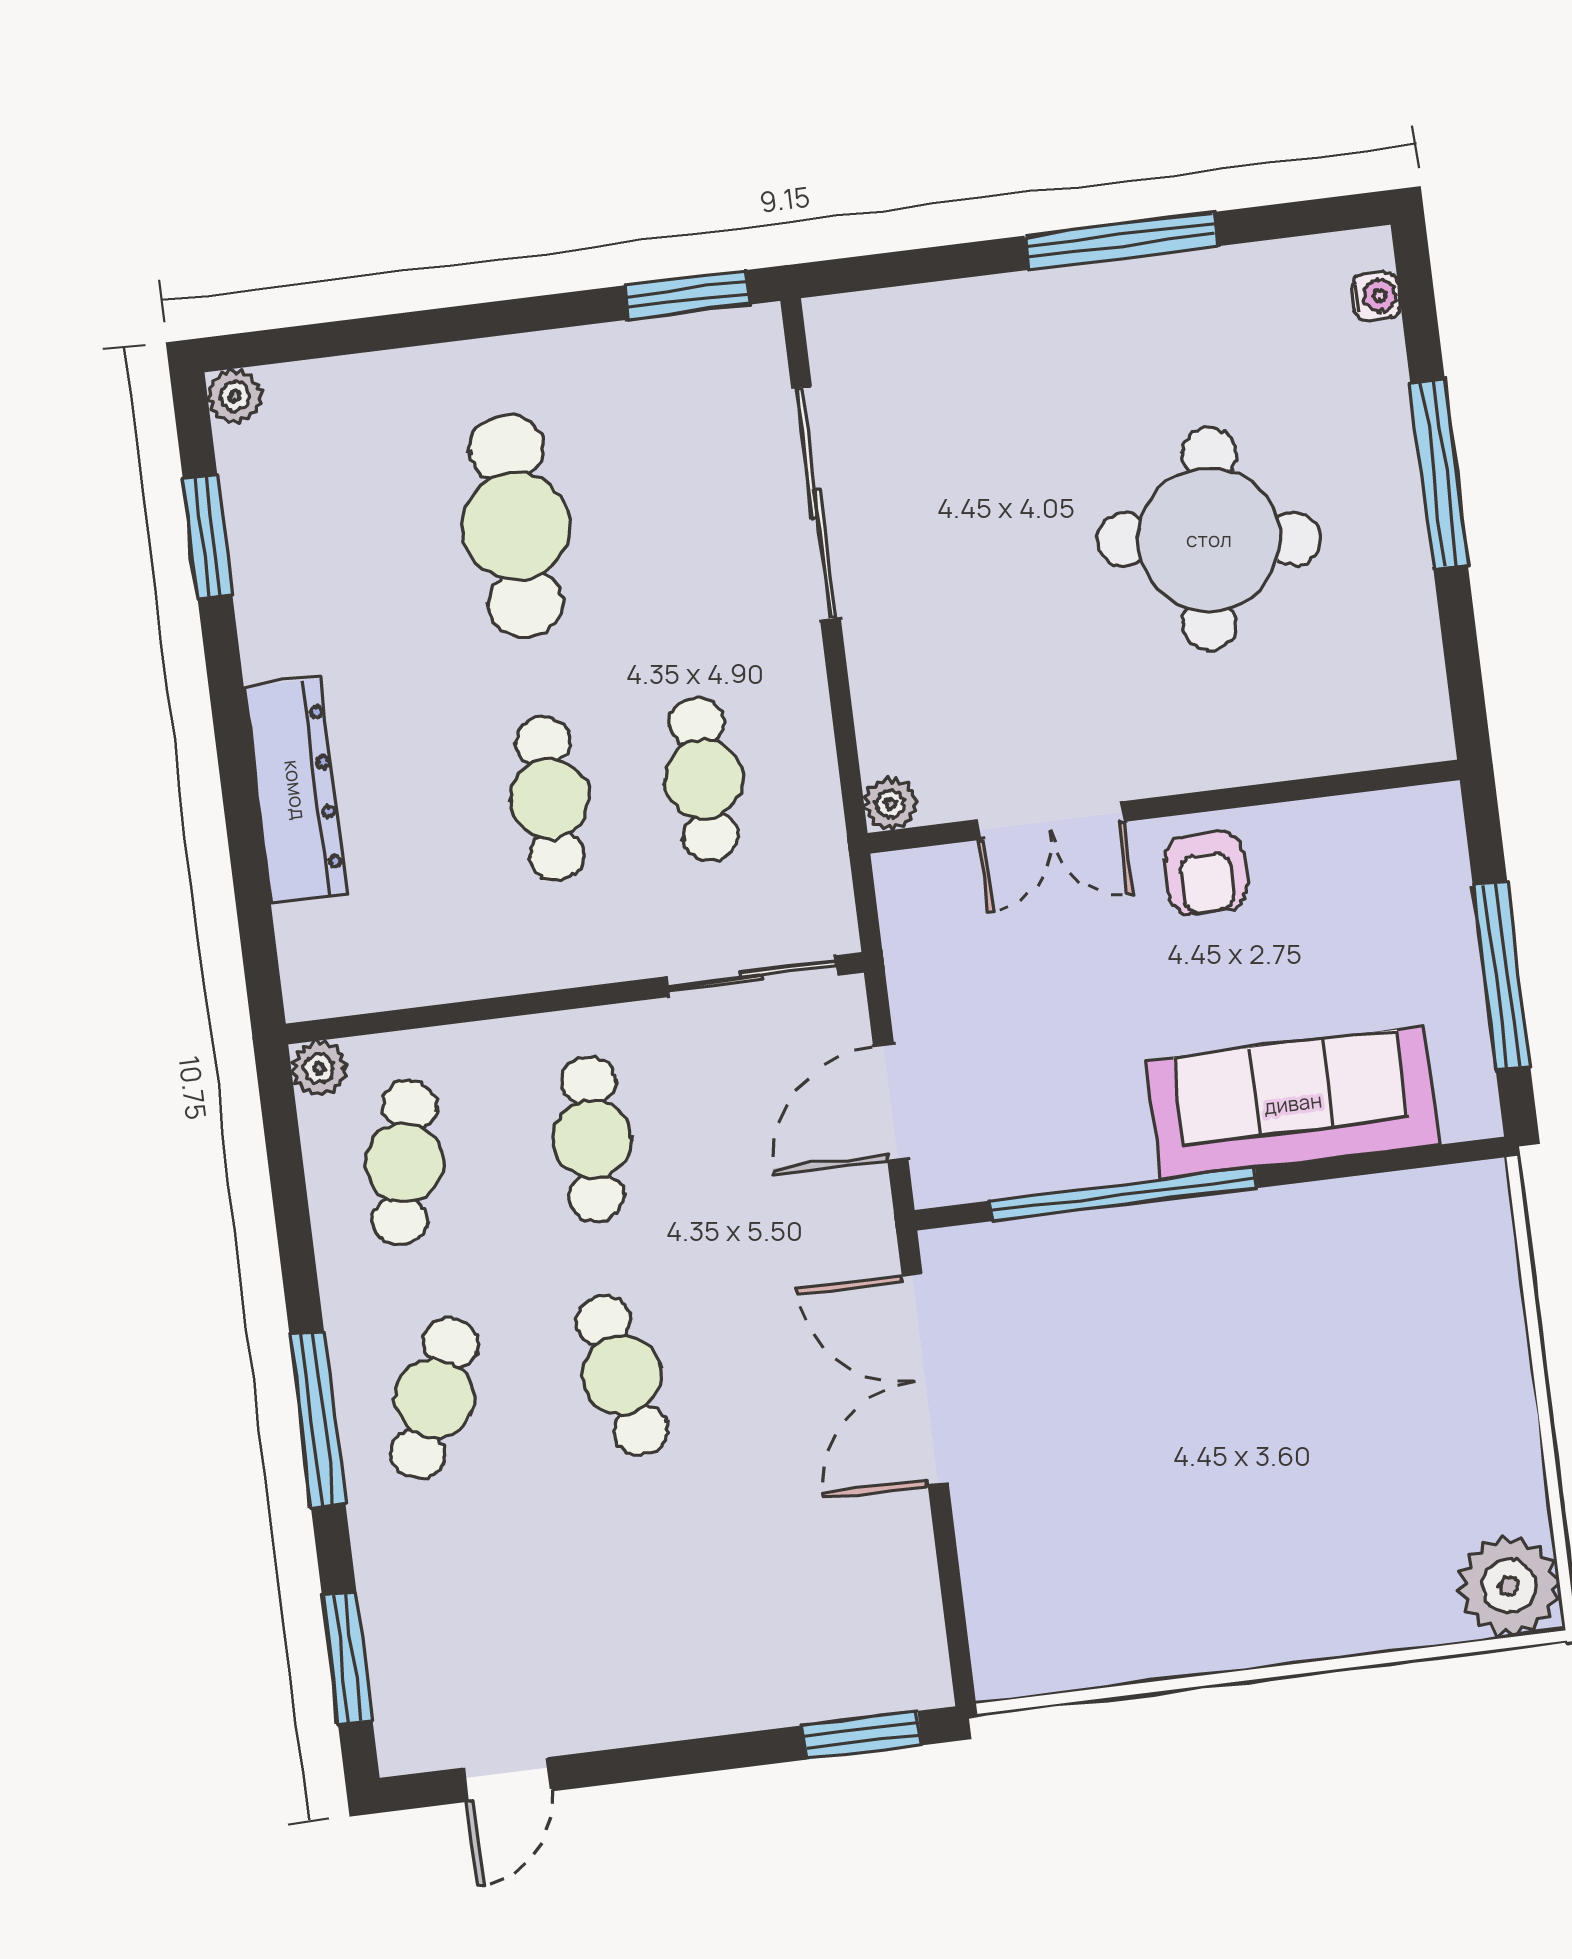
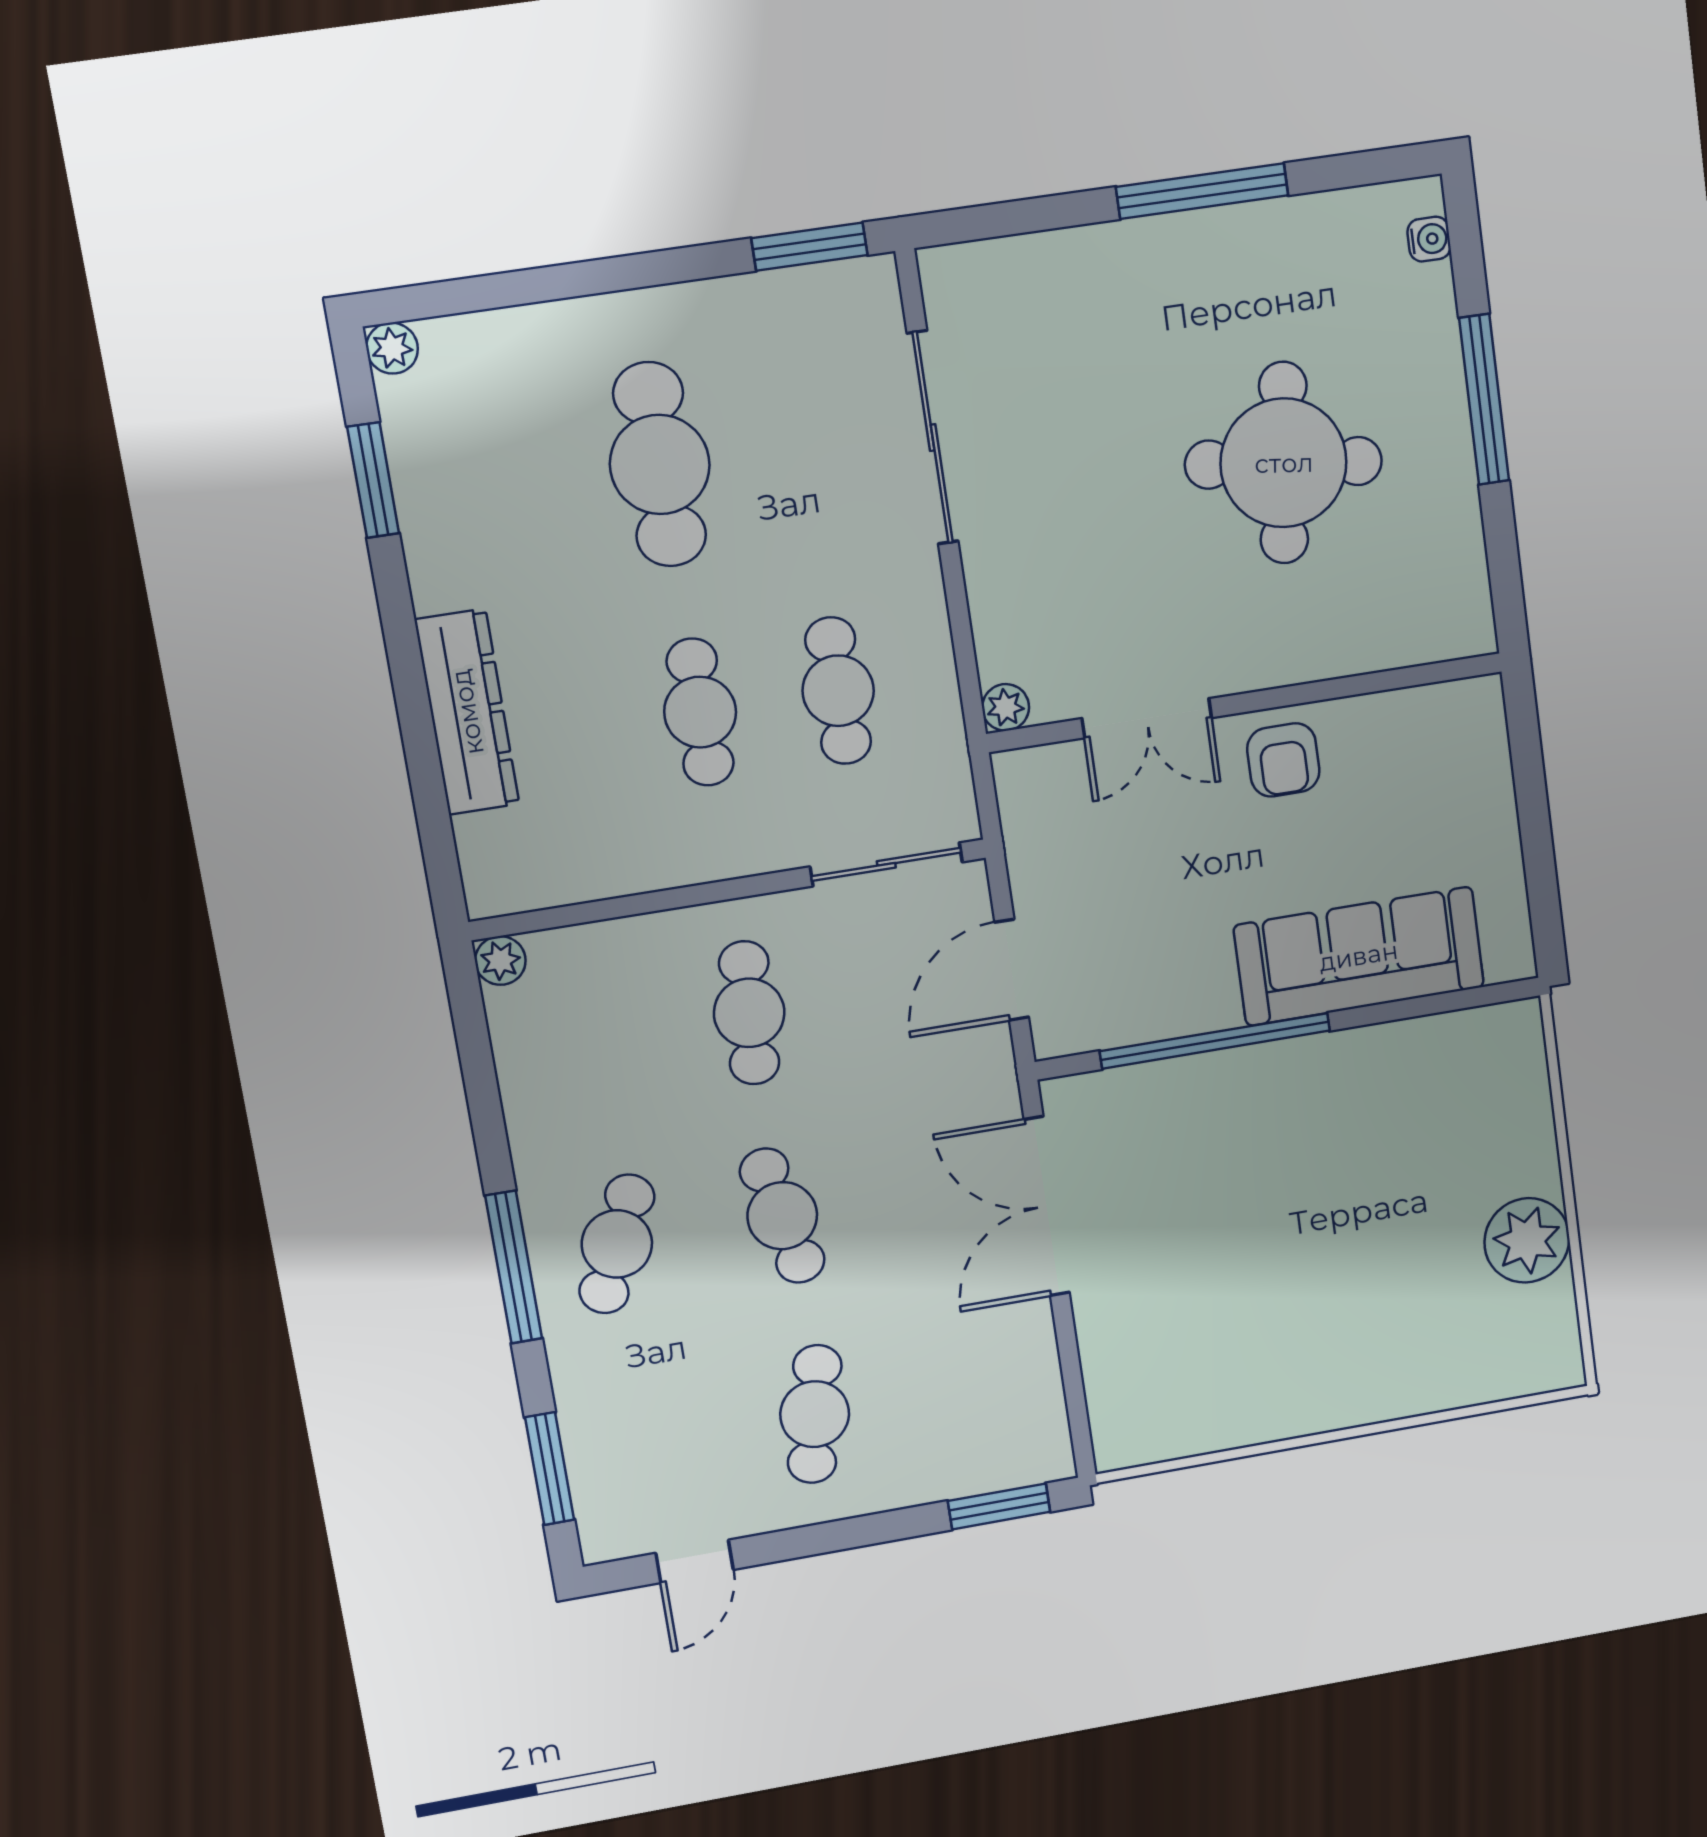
window: (1502, 976) -> (1537, 840), removed
cafe table: (405, 1163) -> (815, 1414), moved
plant: (1509, 1586) -> (1527, 1240), moved

